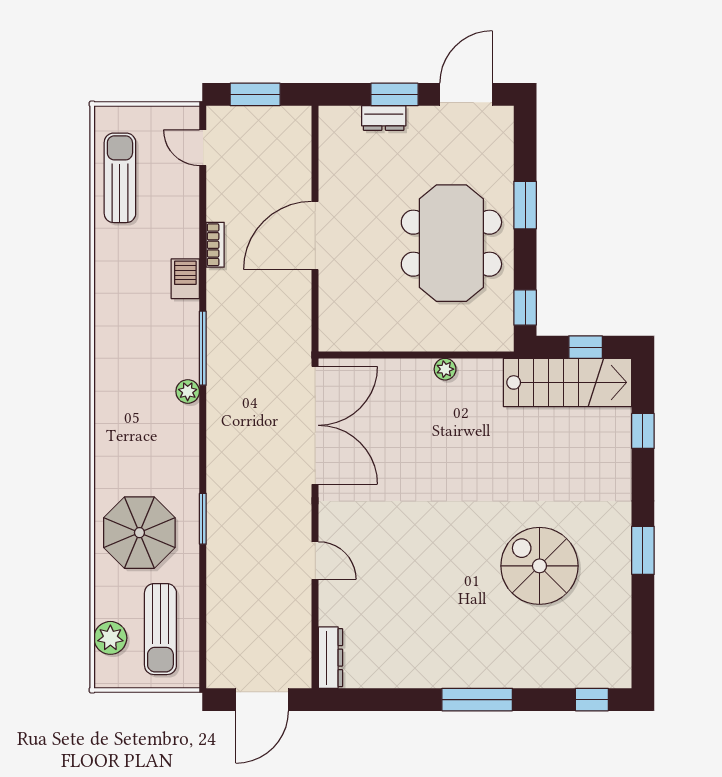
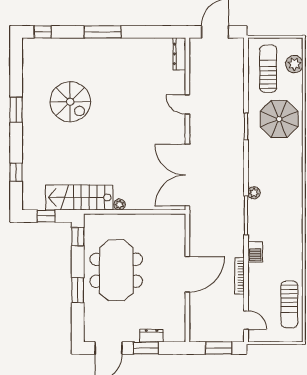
bookcase: (215, 245) -> (240, 276), width x1.56
stairs: (568, 382) -> (79, 198), moved

